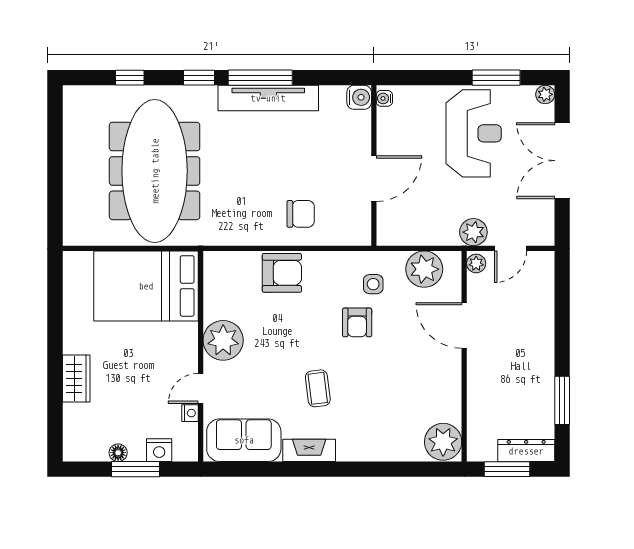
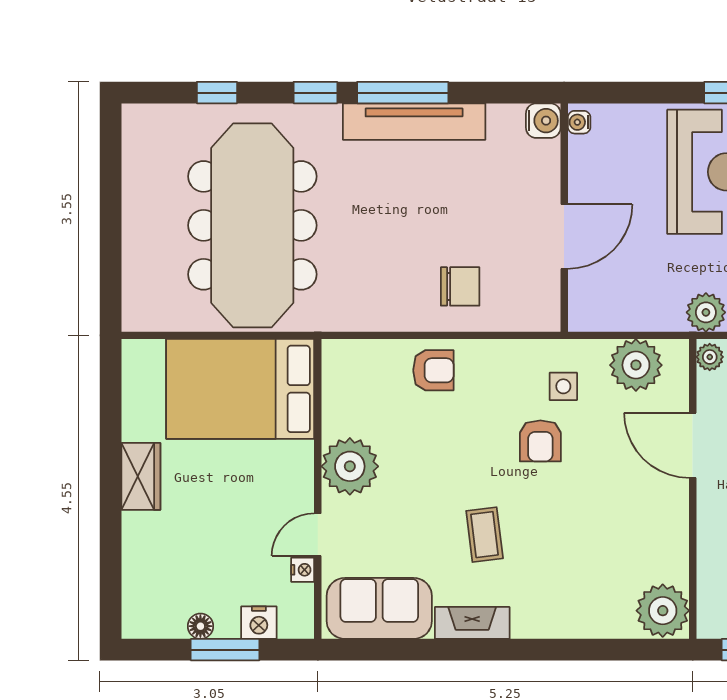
armchair: (282, 273) -> (433, 370), width x0.72, depth x0.72
wardrobe: (76, 379) -> (141, 476), moved

